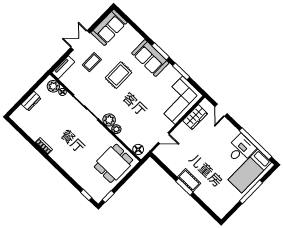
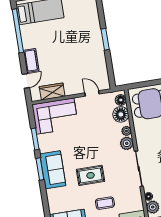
floor lamp: (130, 138) -> (121, 114), added
desk: (241, 149) -> (34, 36), removed
cot: (189, 180) -> (31, 61), moved

